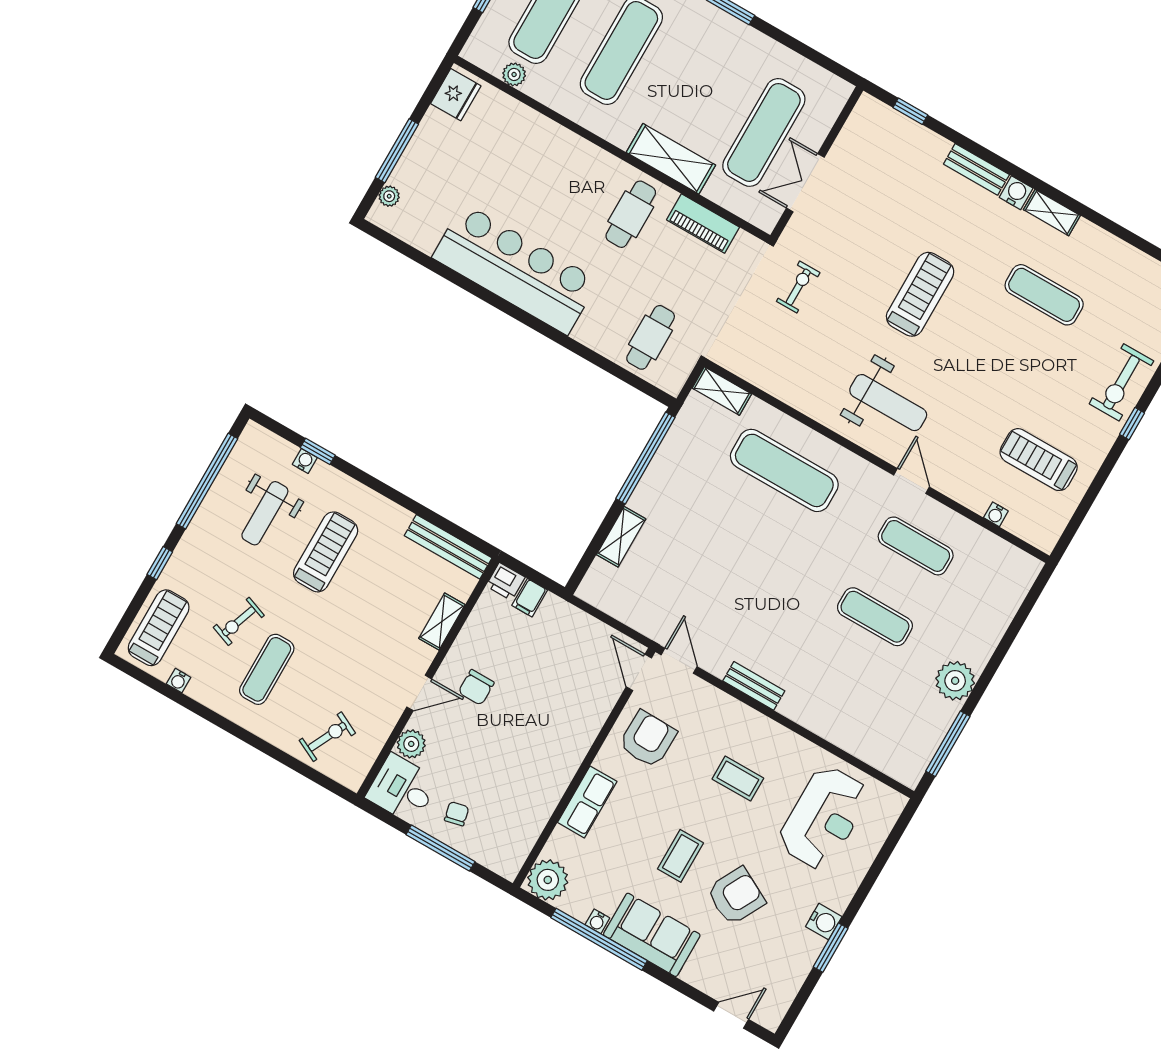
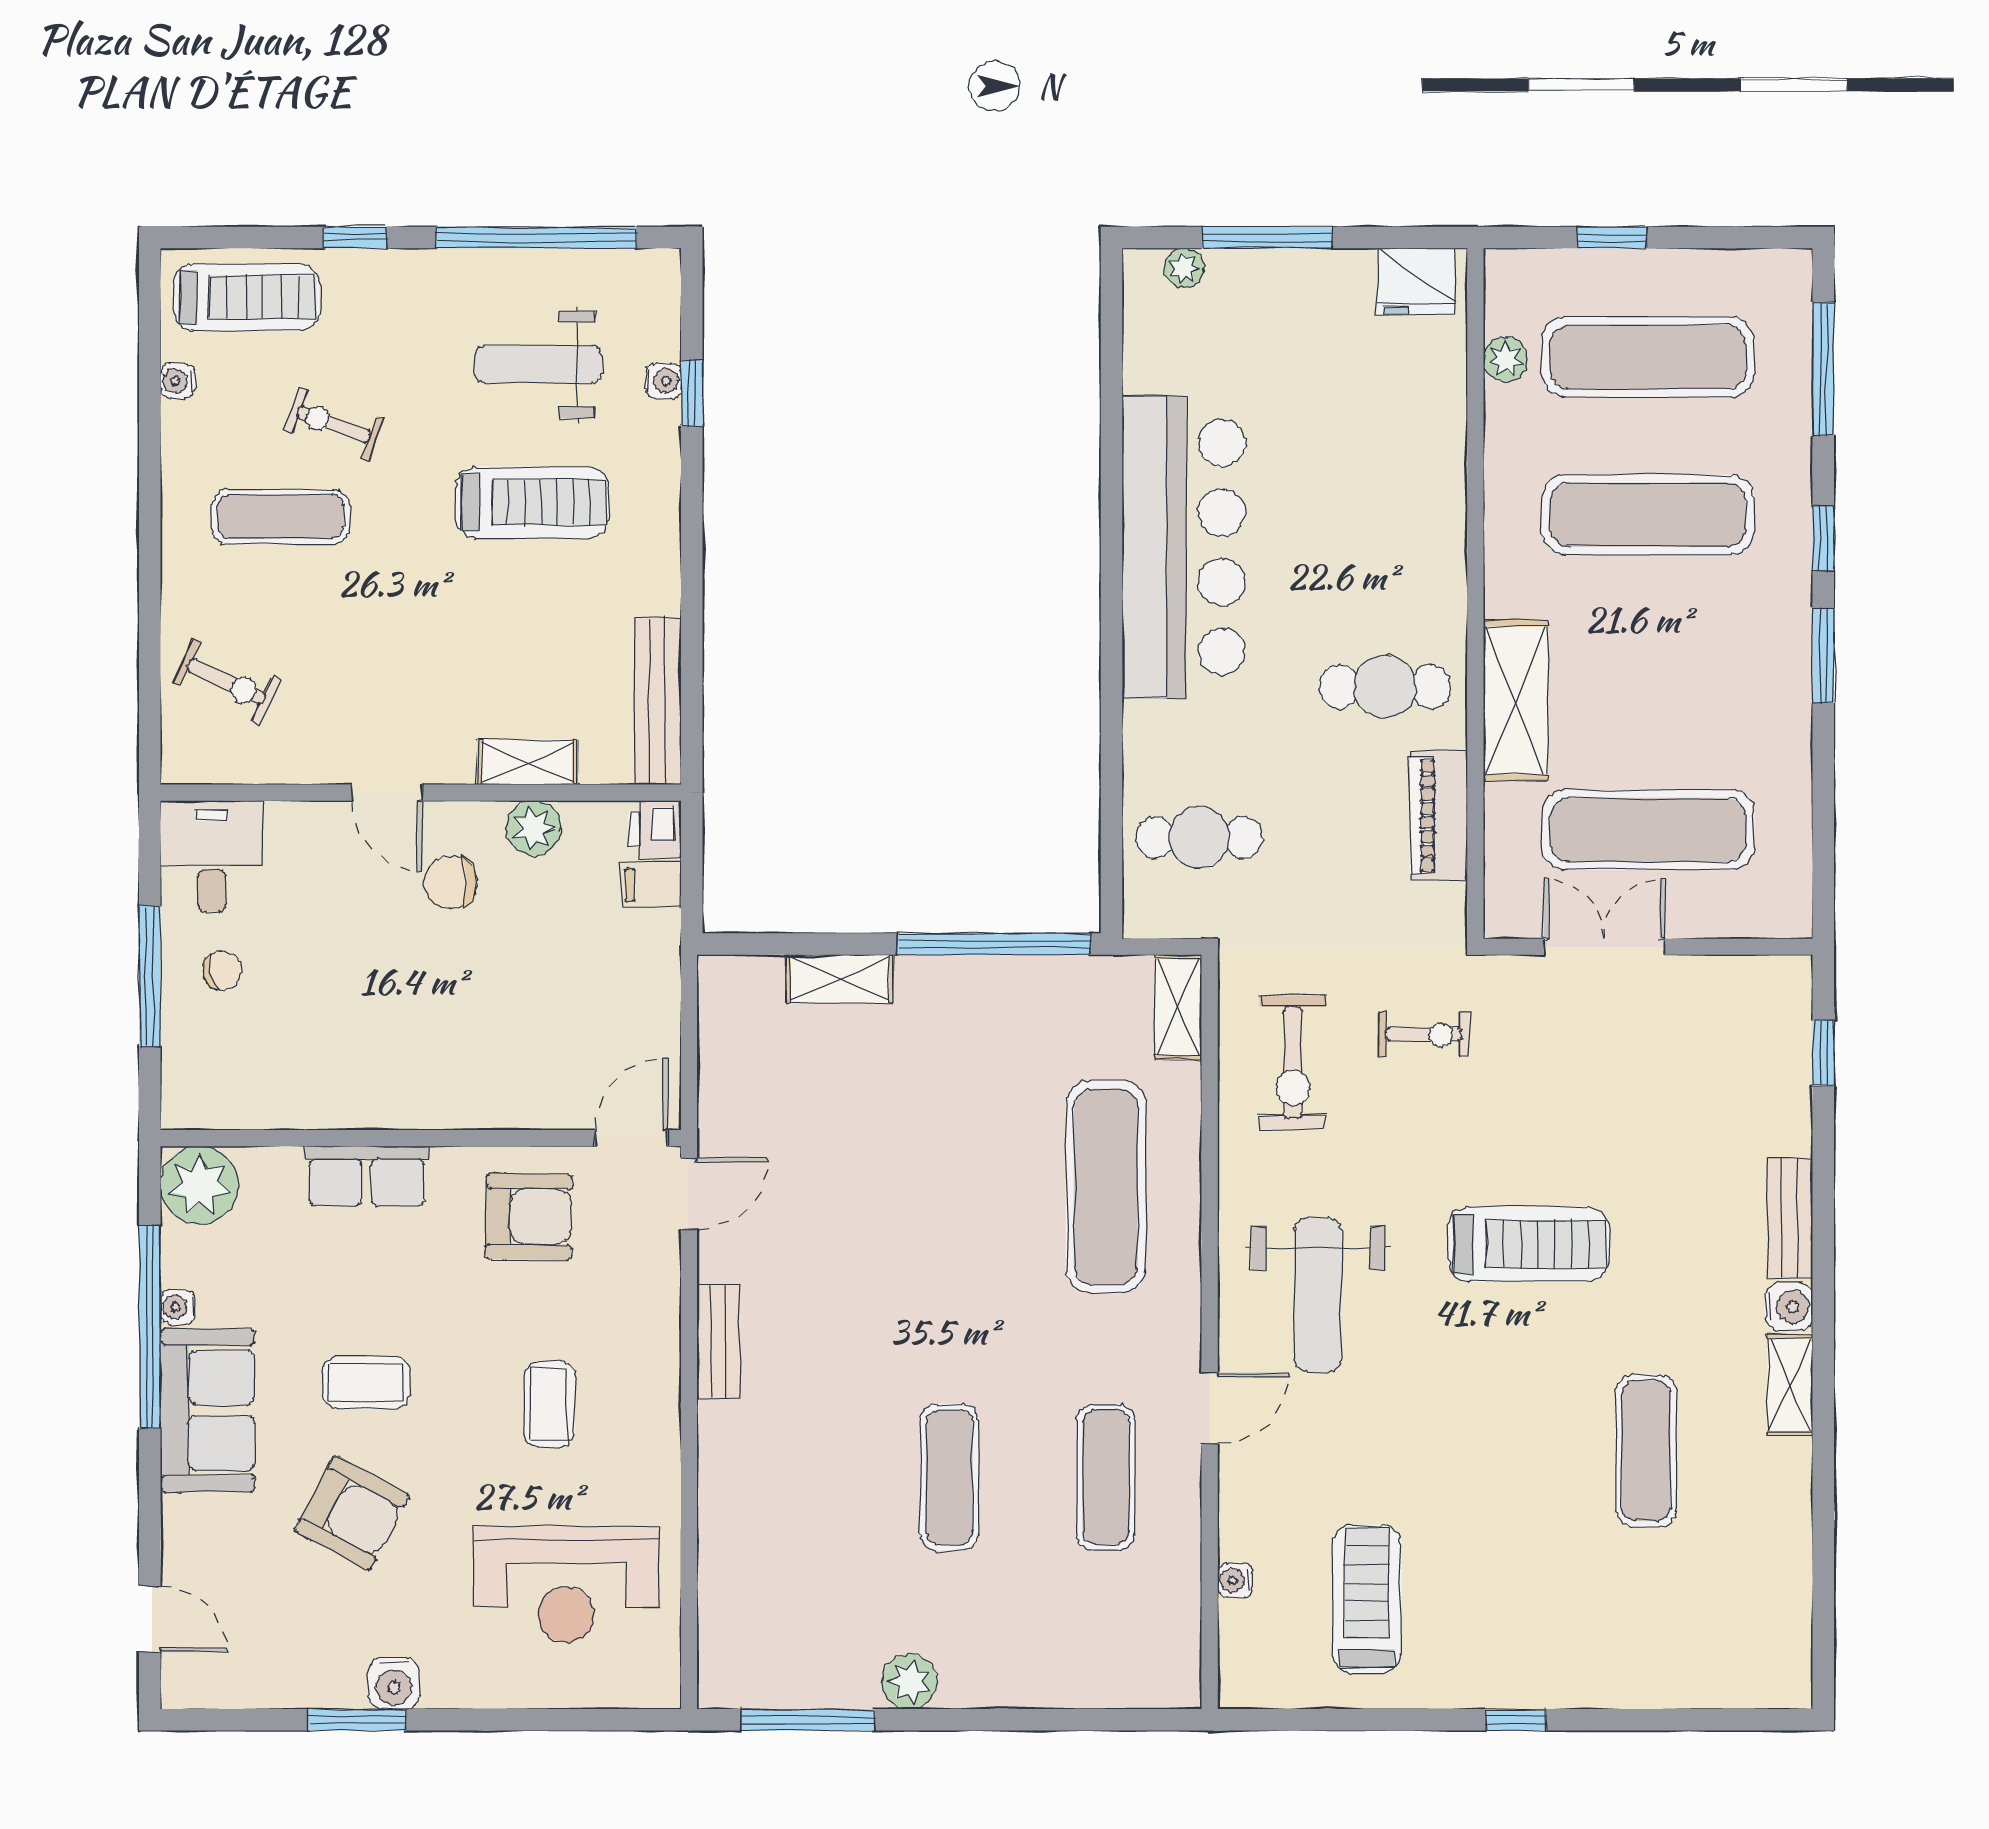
exercise bike: (1121, 382) -> (1293, 1062), moved, turned -90
plant: (955, 681) -> (910, 1682), width x0.73, depth x0.73
plant: (411, 744) -> (534, 828), moved

